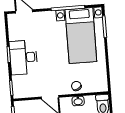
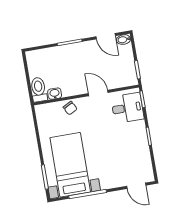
desk: (23, 57) -> (127, 108), moved, width x0.73
washbasin: (78, 101) -> (55, 94), moved

